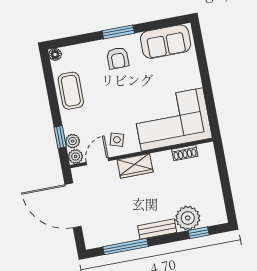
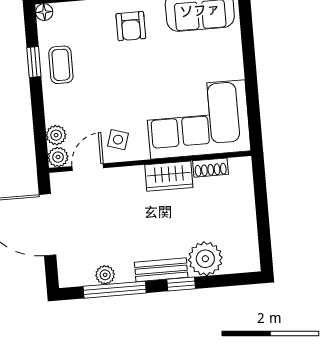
coffee table: (71, 91) -> (61, 65), width x0.73, depth x0.77
window: (60, 137) -> (34, 62), moved
wardrobe: (135, 166) -> (169, 176), moved
window: (199, 233) -> (181, 284), moved
plant: (118, 237) -> (105, 275), added

